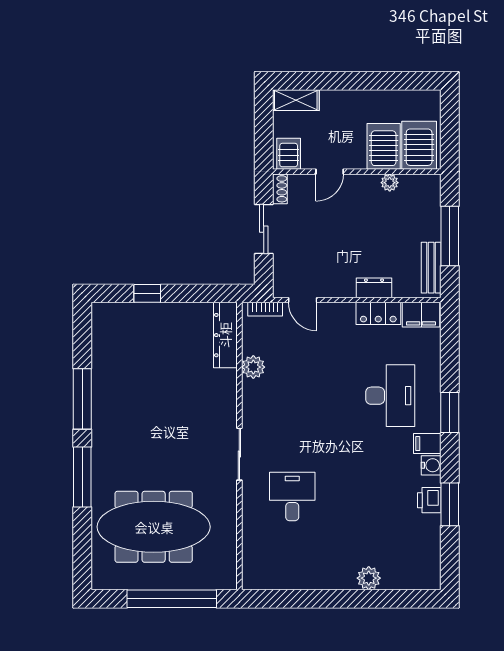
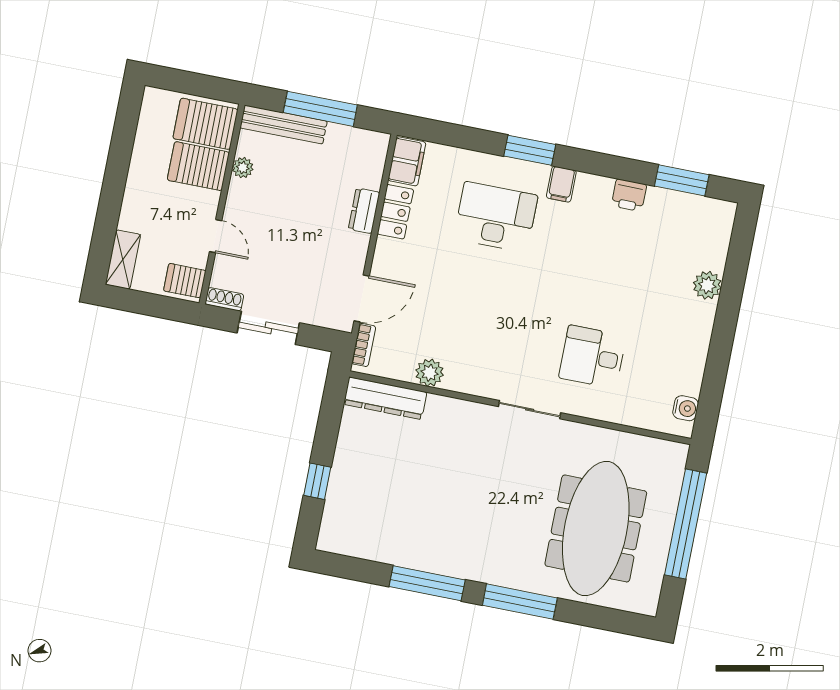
bench: (431, 268) -> (283, 124), moved, width x1.36
door: (303, 300) -> (362, 298), width x1.38
water cooler: (431, 465) -> (686, 408), moved, turned 90
window: (450, 504) -> (682, 180), moved

